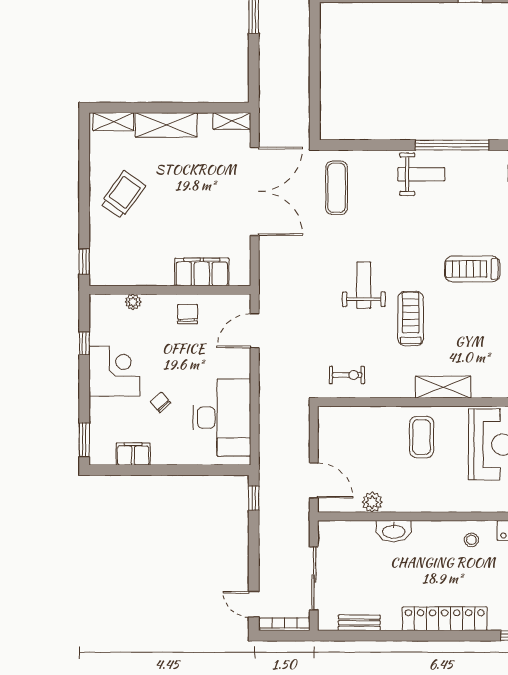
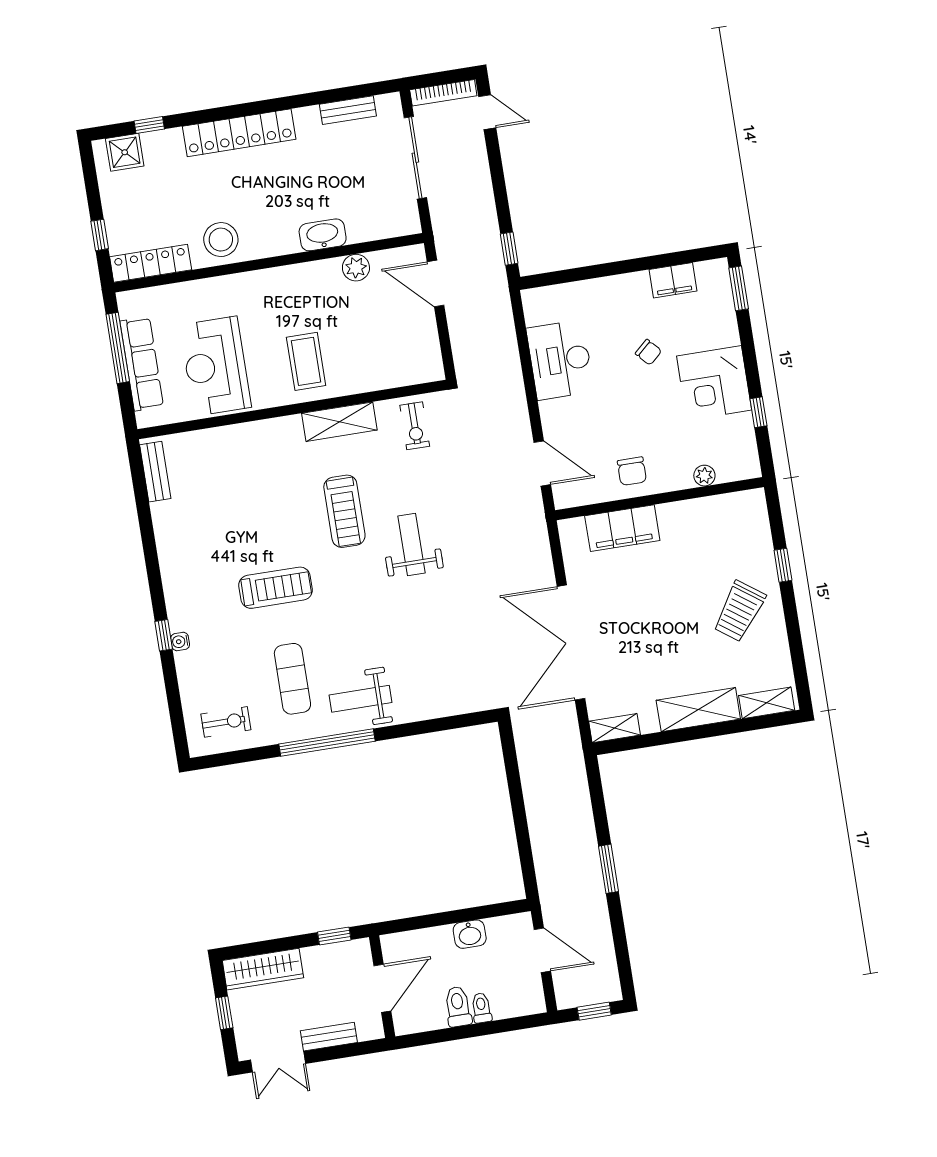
exercise mat: (337, 188) -> (292, 679), moved
window: (84, 262) -> (783, 565), moved
weight bench: (364, 285) -> (412, 545), turned 180
door: (255, 331) -> (542, 463), hinge flipped
exercise bike: (347, 375) -> (415, 426), turned -90
shelving: (443, 387) -> (339, 422), moved
desk: (222, 418) -> (560, 360), width x0.73, depth x0.77
stool: (471, 540) -> (221, 240), width x1.89, depth x1.89

